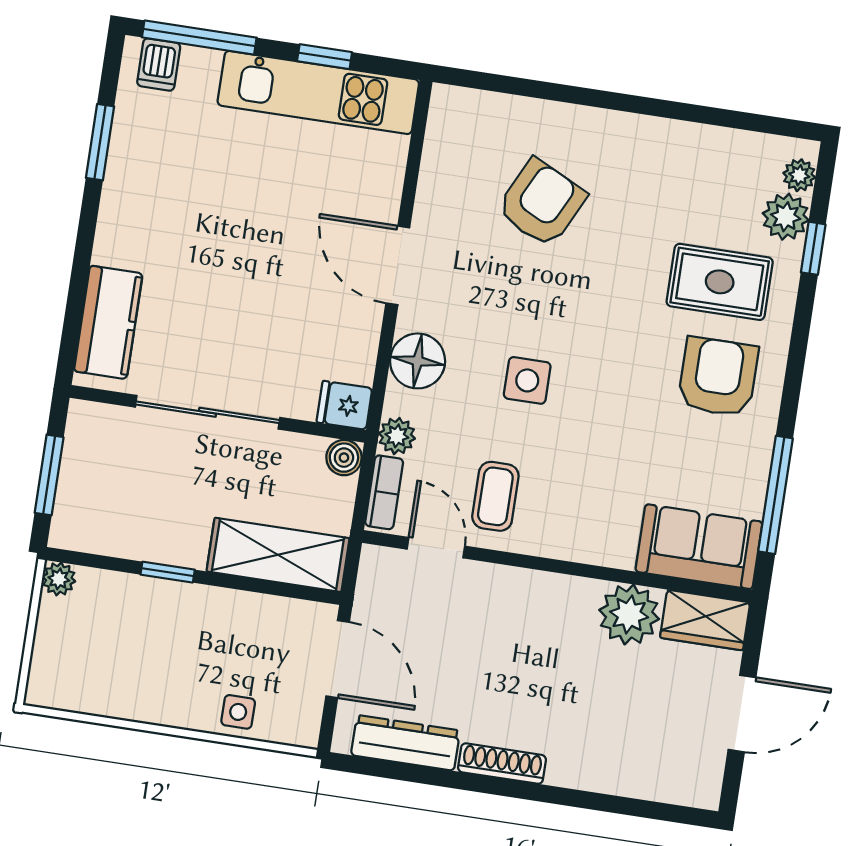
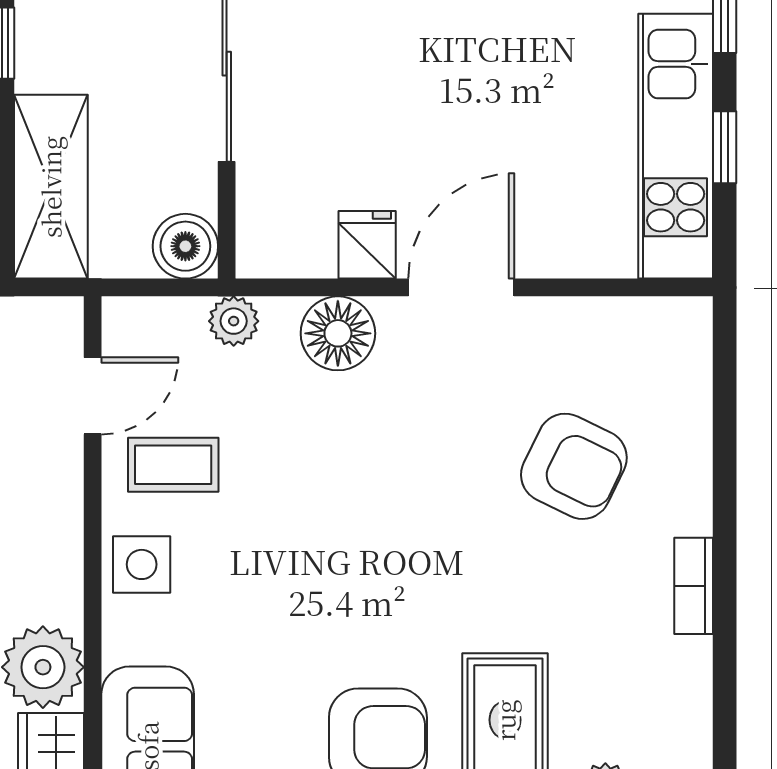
side table: (527, 380) -> (142, 564), moved
fridge: (344, 405) -> (367, 245), moved
boiler: (344, 458) -> (185, 246), width x1.36, depth x1.36
bookcase: (384, 492) -> (694, 586), moved, turned 90

